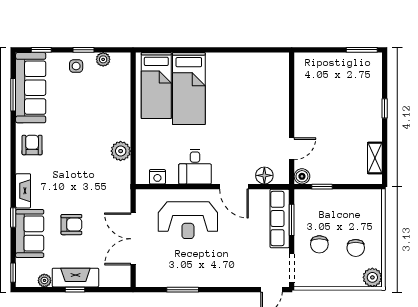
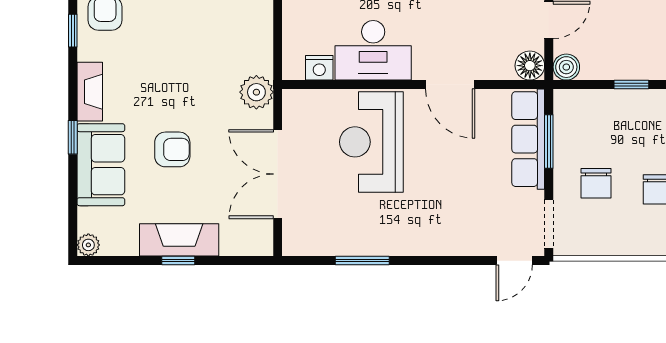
plant: (121, 151) -> (256, 92), moved
desk: (195, 167) -> (373, 50), width x1.37
floor lamp: (264, 175) -> (530, 66), moved
window: (322, 187) -> (631, 85), moved
reception desk: (188, 220) -> (371, 142), turned 90
window: (13, 273) -> (73, 31), moved
plant: (44, 280) -> (88, 245), moved

